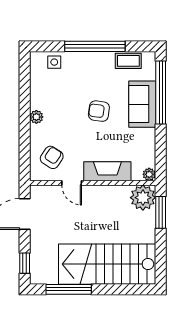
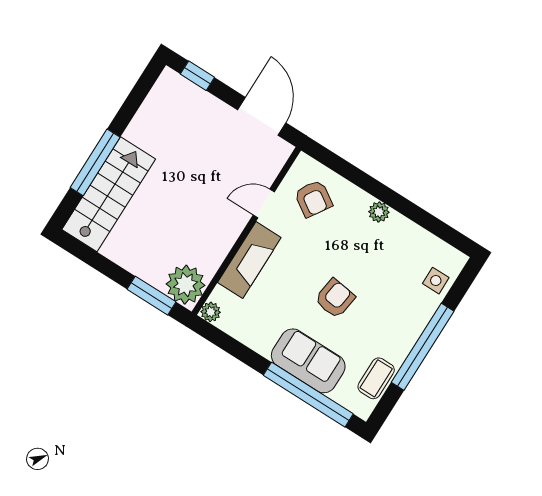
stairs: (107, 264) -> (109, 194), width x0.73, depth x0.66
window: (69, 289) -> (95, 162), moved

